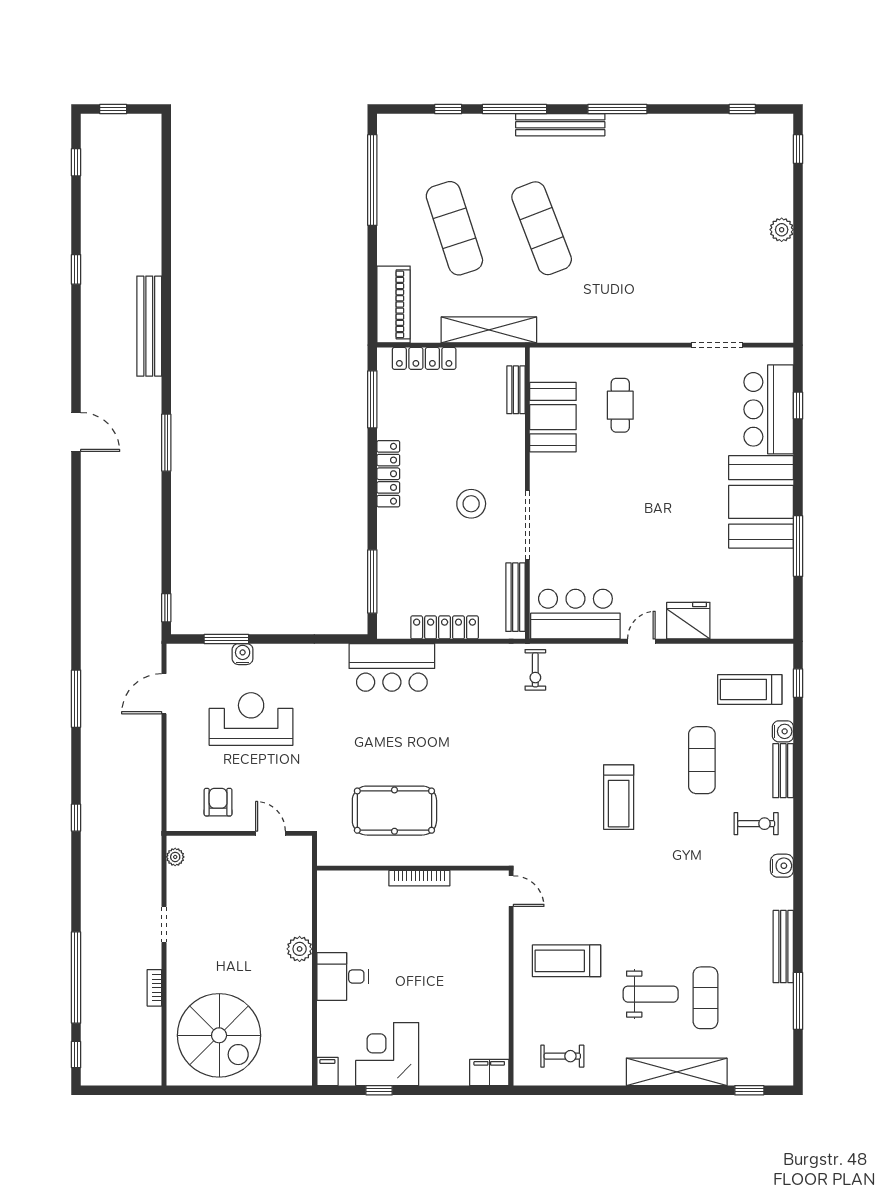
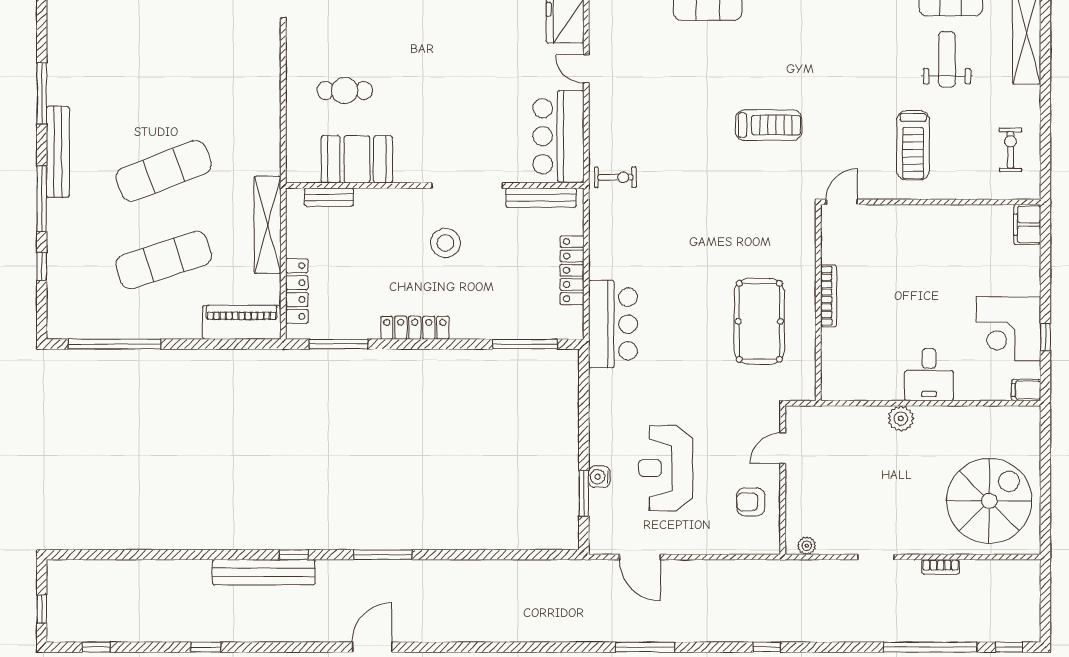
window: (166, 608) -> (294, 555), moved
treadmill: (619, 797) -> (769, 125), moved

